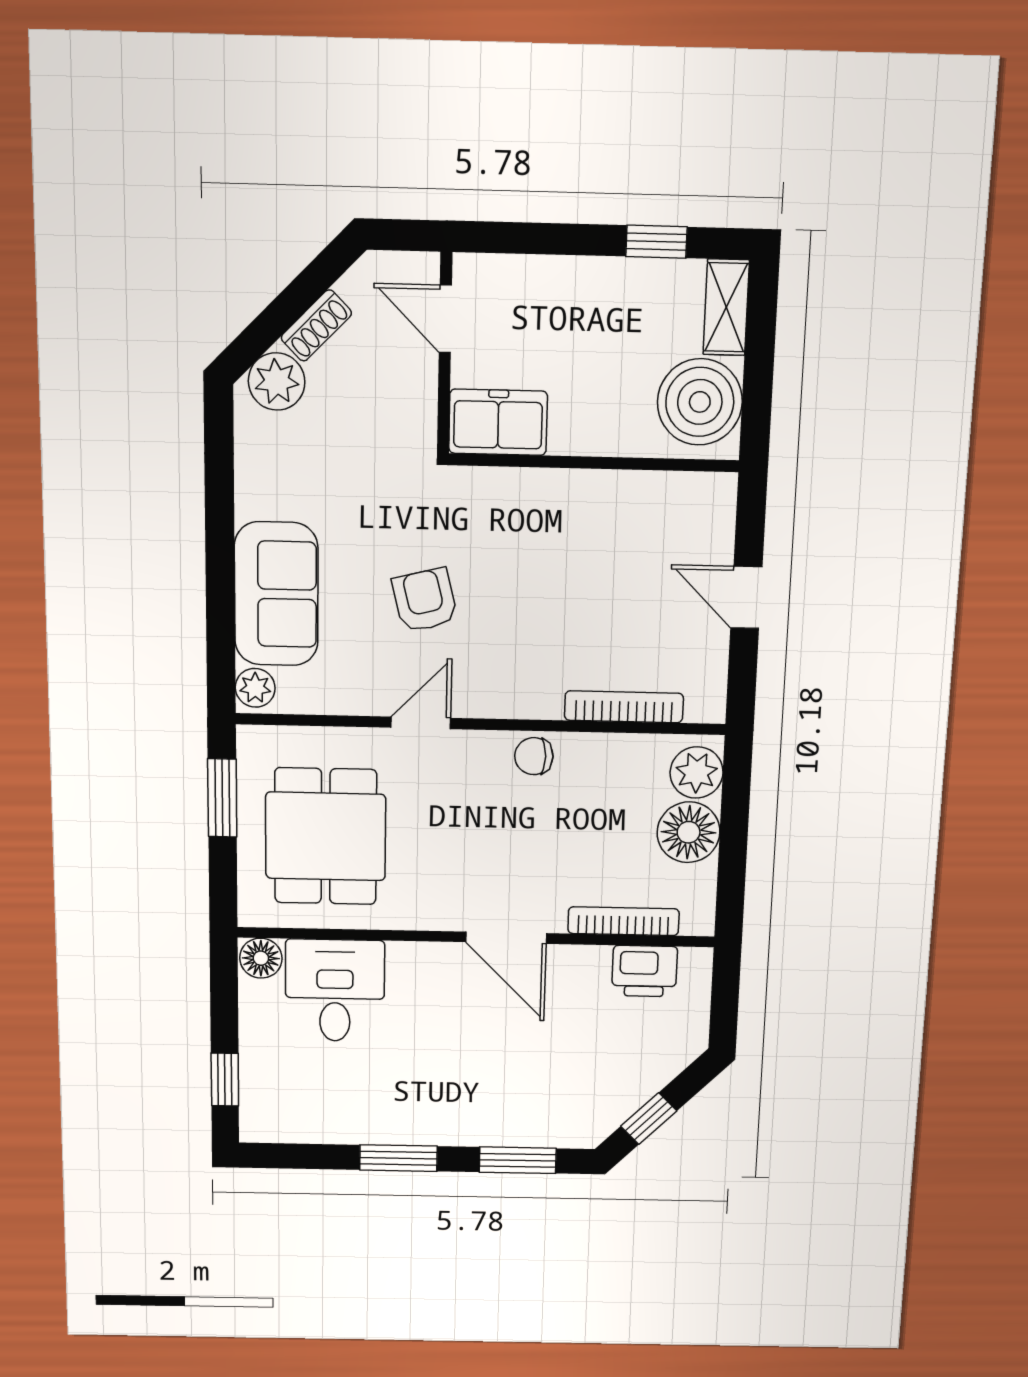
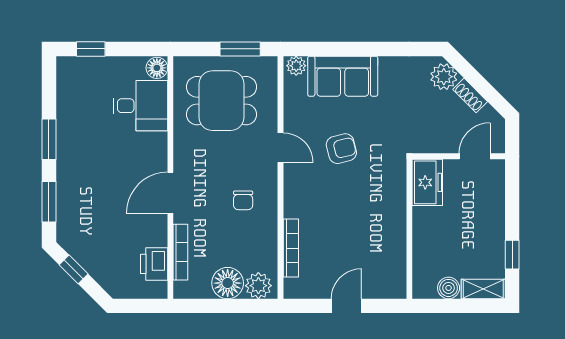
boiler: (700, 402) -> (449, 288), width x0.54, depth x0.54
chair: (534, 756) -> (243, 200), moved, turned 180

